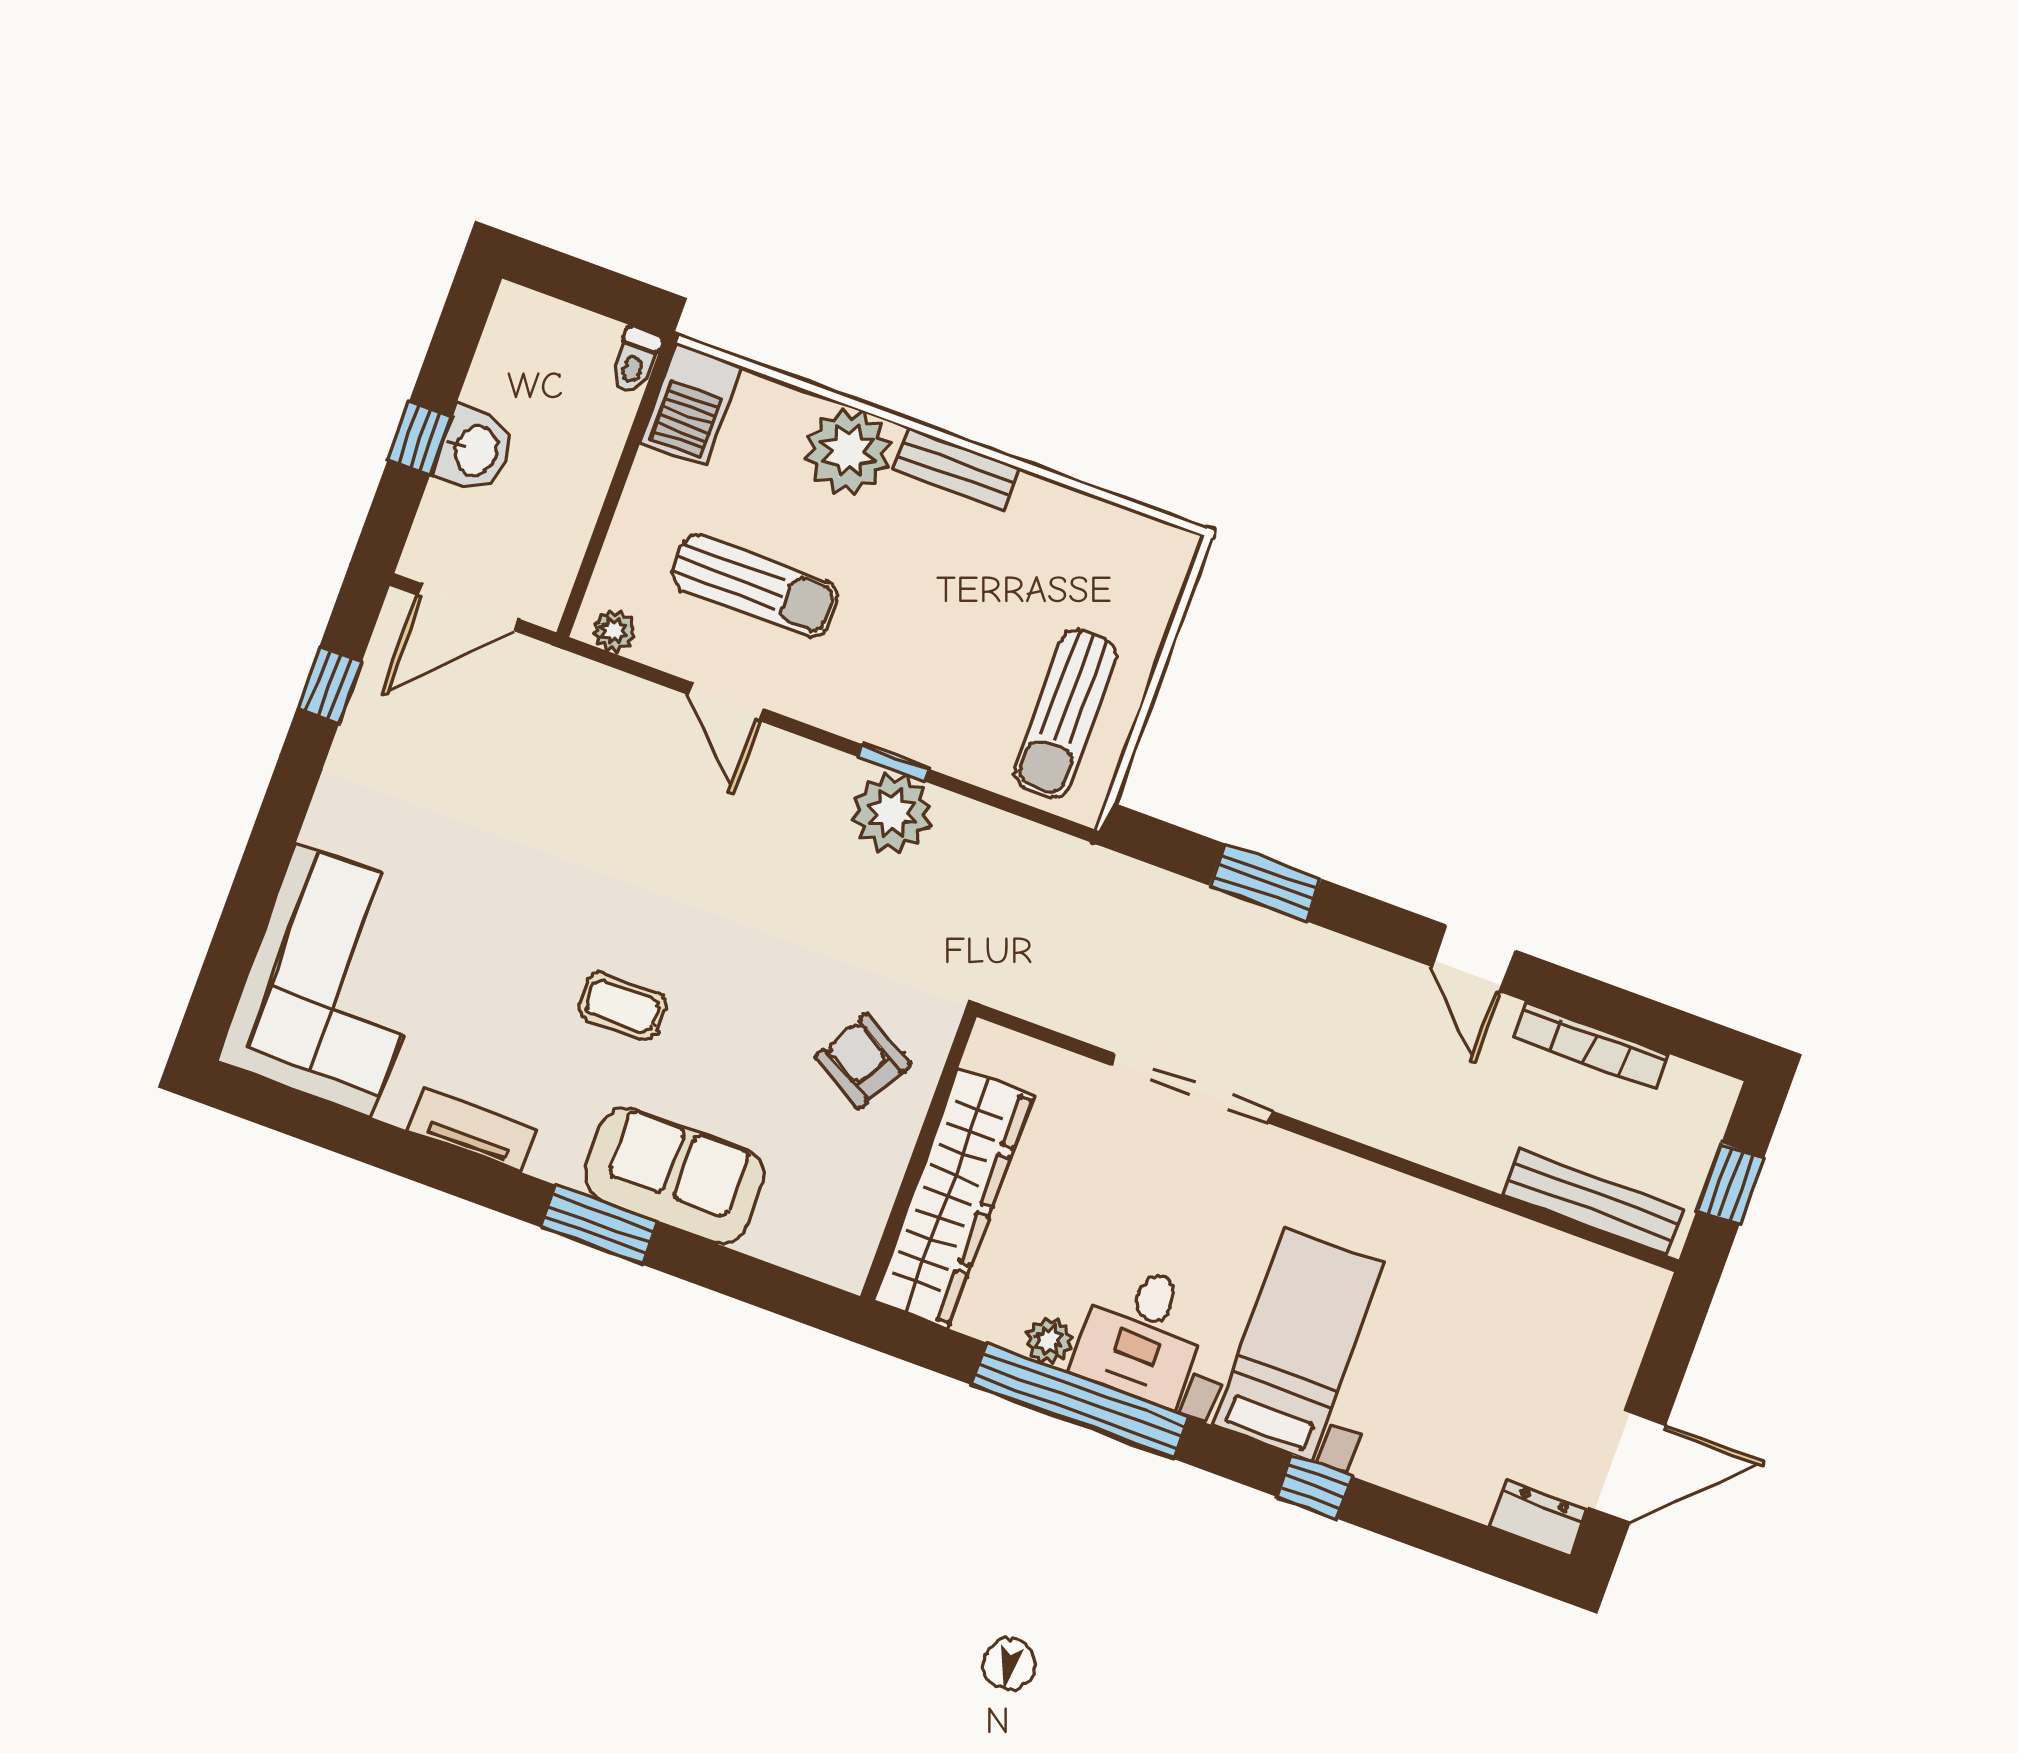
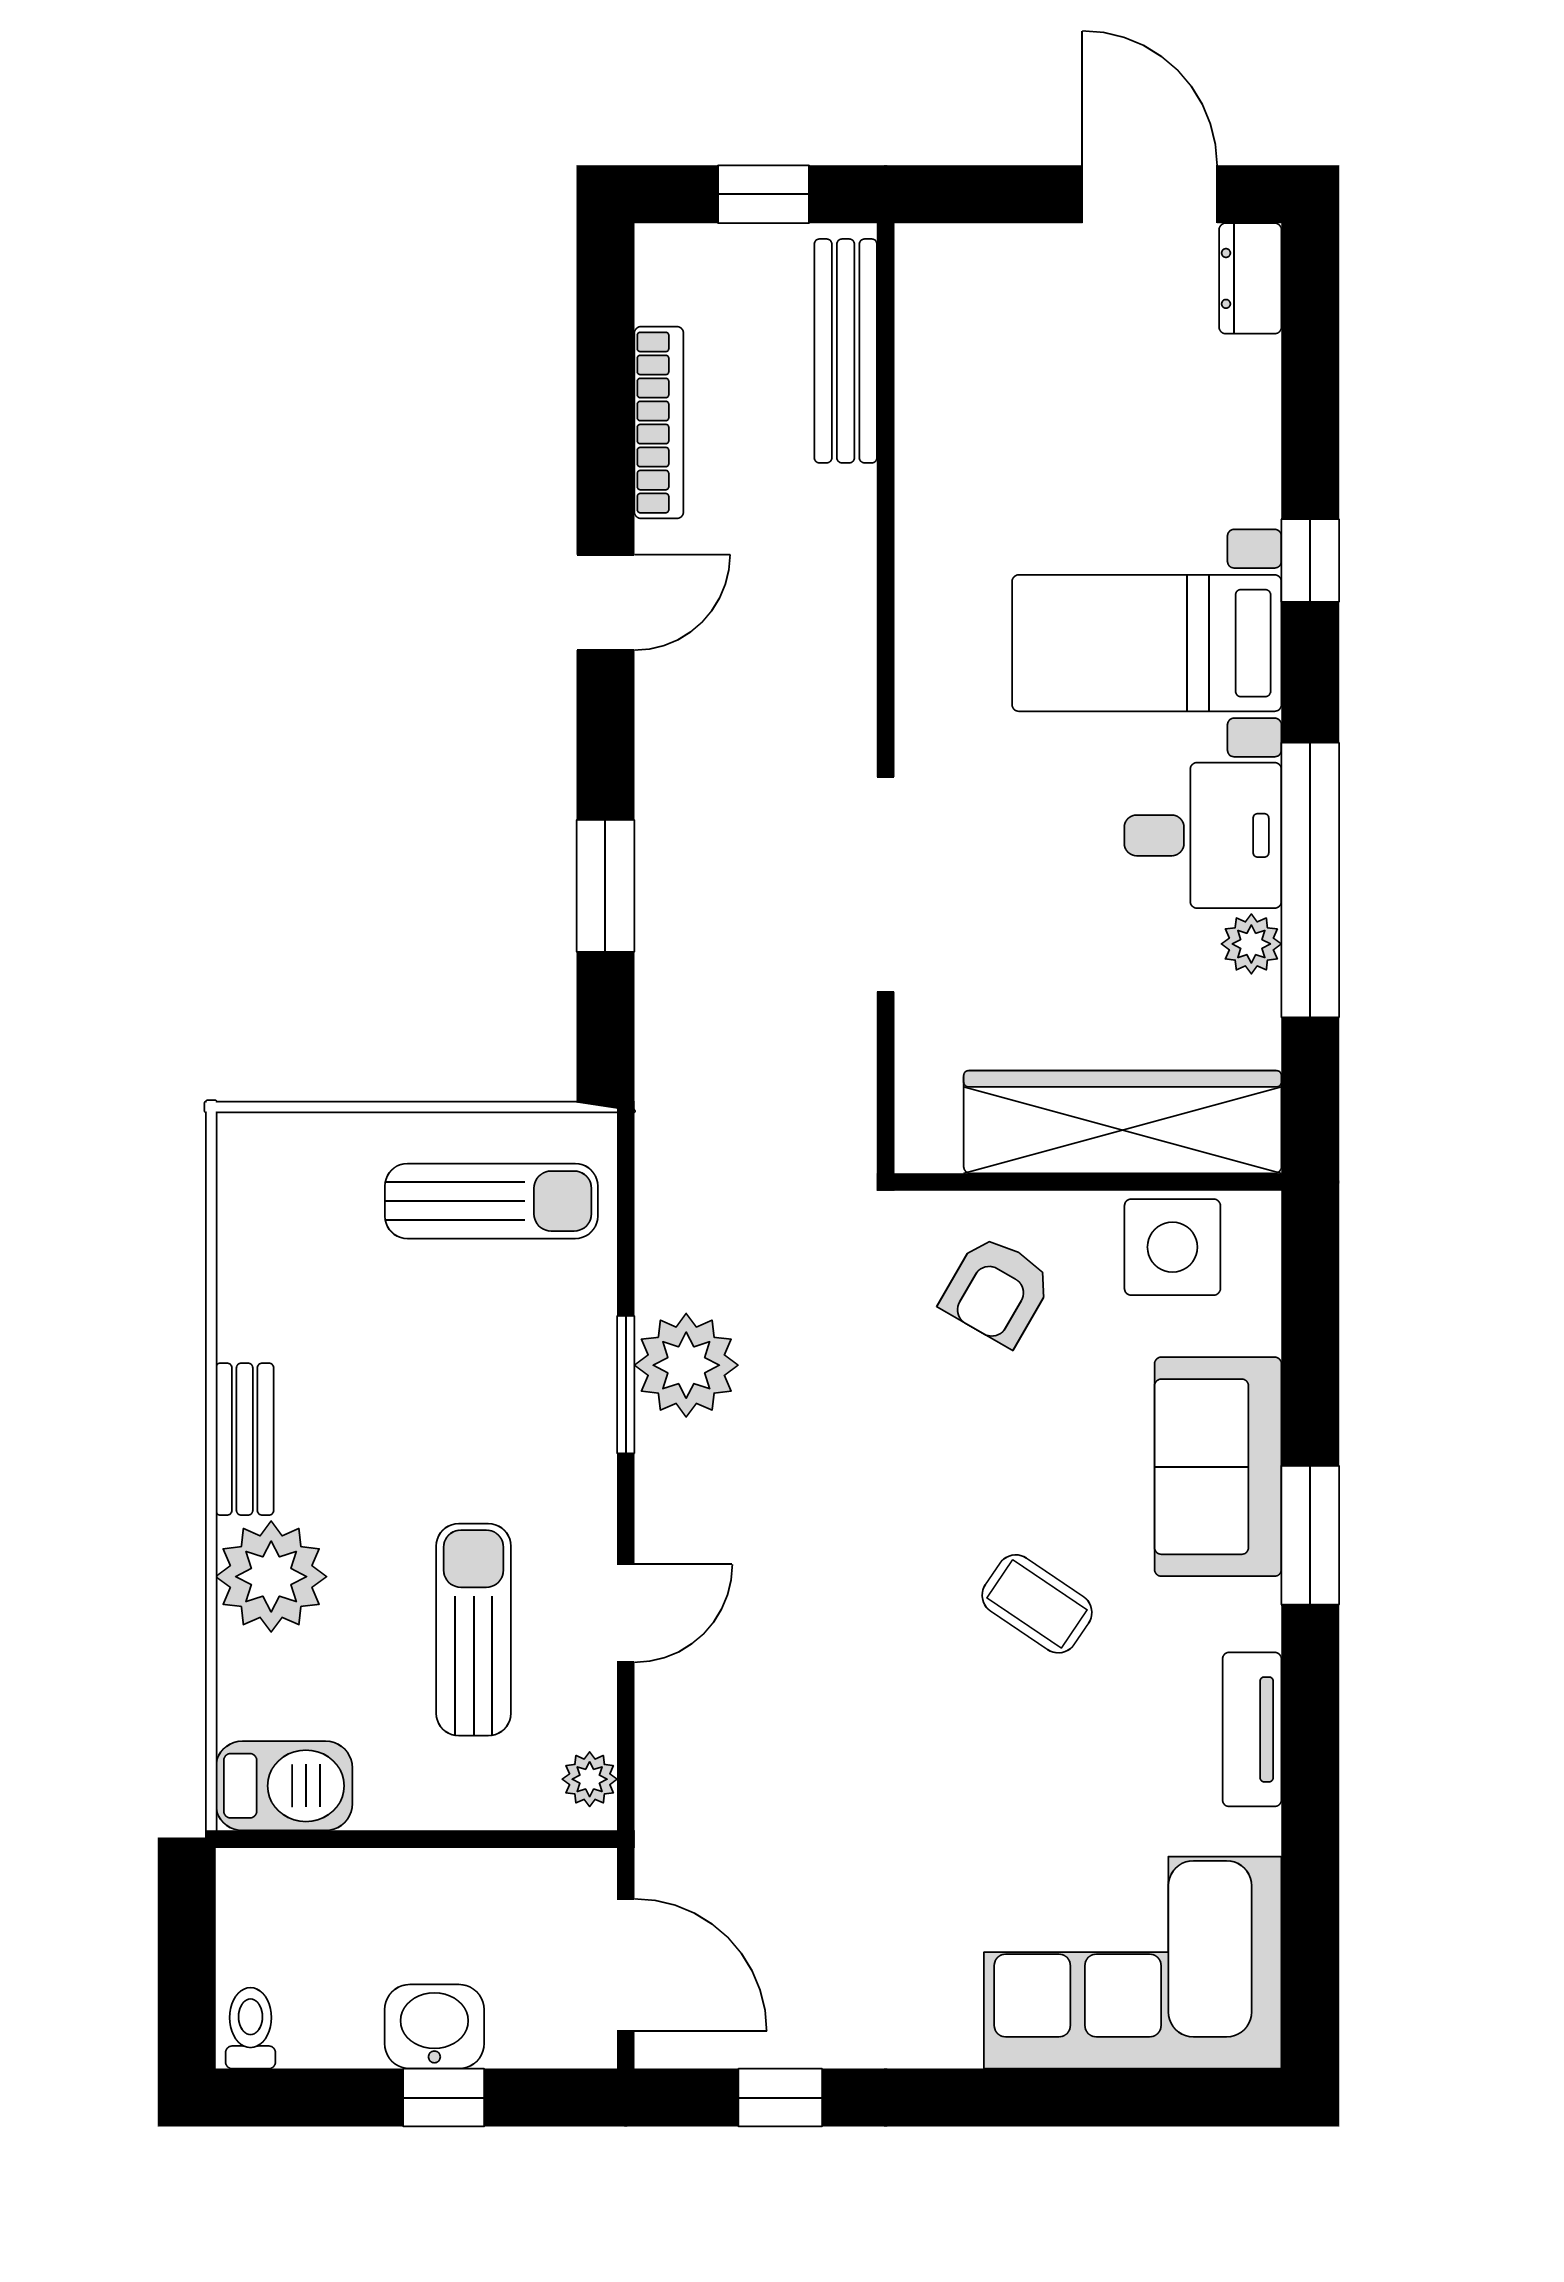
toilet: (635, 361) -> (250, 2028), moved, turned -90
window: (894, 763) -> (626, 1385), width x1.50
coffee table: (623, 1006) -> (1037, 1604), turned -56
side table: (848, 1201) -> (1172, 1247), added

